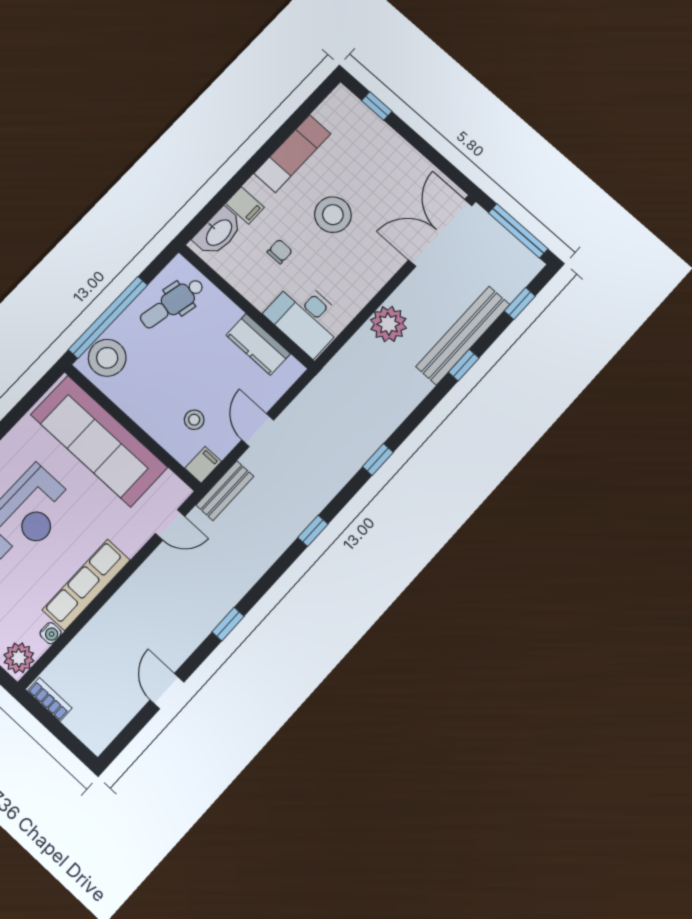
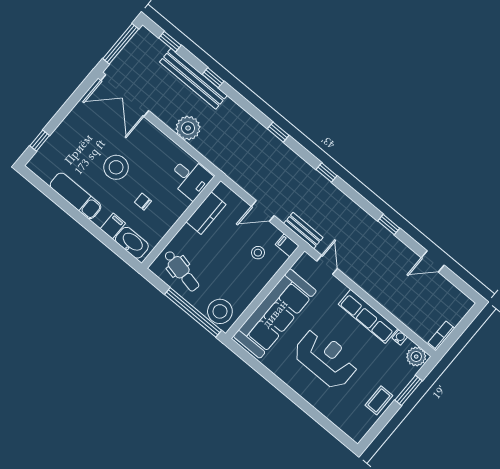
desk: (306, 317) -> (190, 178), width x0.73

